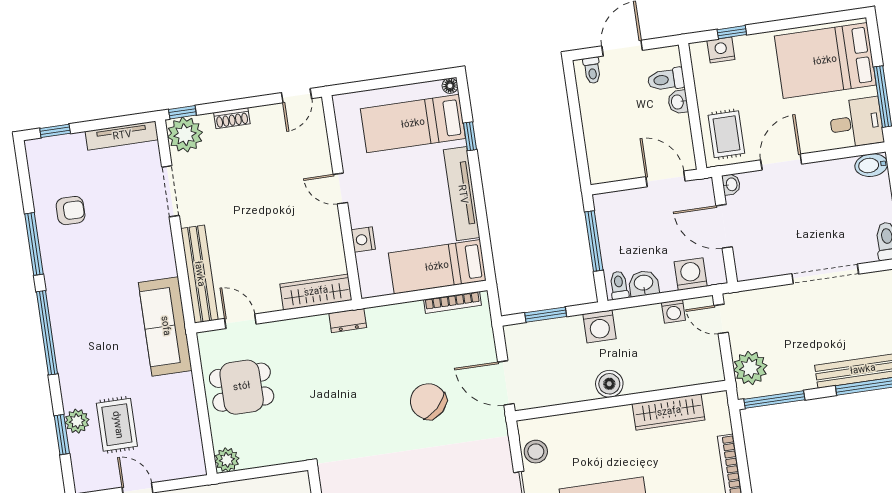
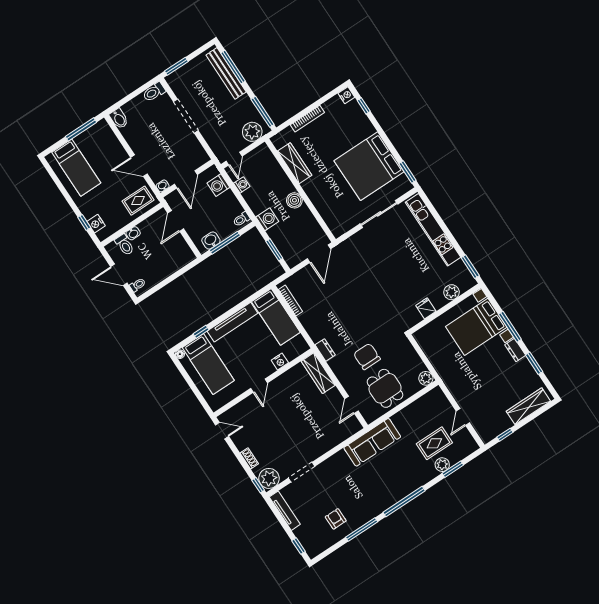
bed: (825, 61) -> (76, 168), width x0.67
desk: (856, 123) -> (101, 137), removed
bench: (199, 274) -> (337, 437), removed
washbasin: (644, 283) -> (211, 241), moved, turned 90
chair: (428, 401) -> (367, 356), moved, turned 134
stool: (536, 452) -> (347, 222), removed

